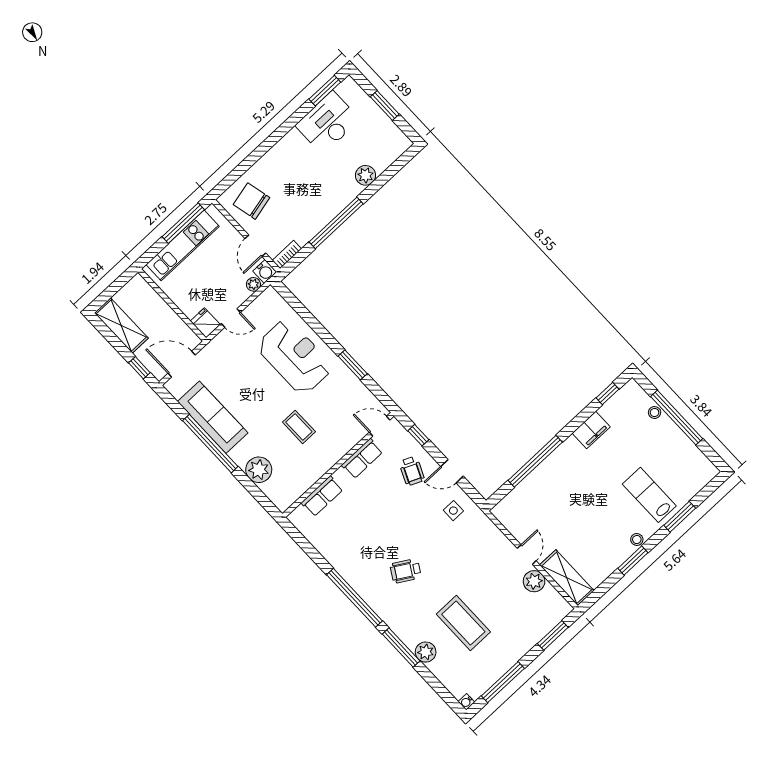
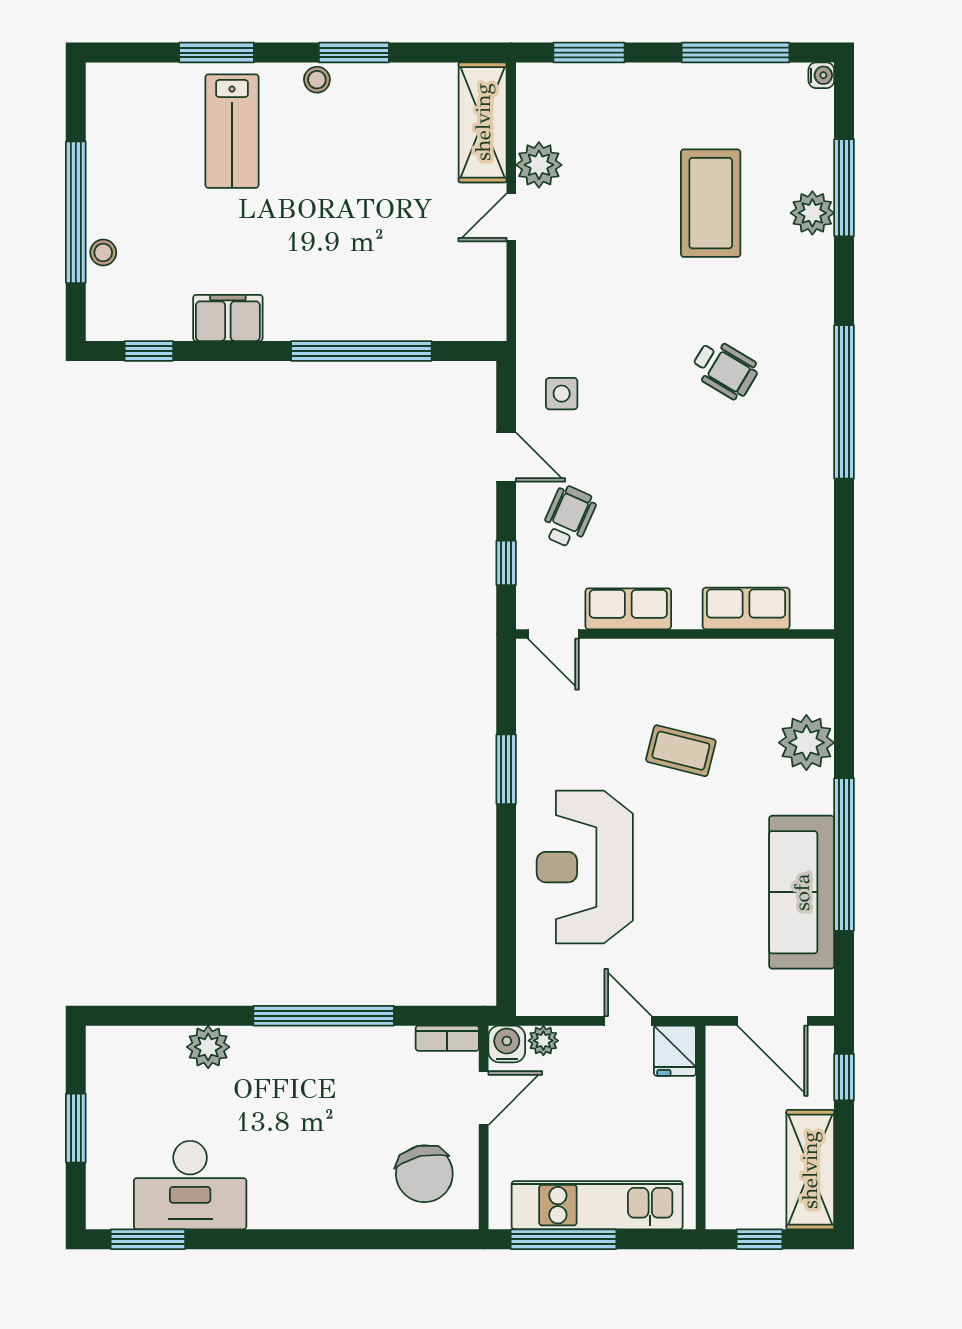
window: (116, 286) -> (759, 1239), added
coffee table: (299, 427) -> (681, 751), turned -76
window: (401, 648) -> (844, 188), moved

